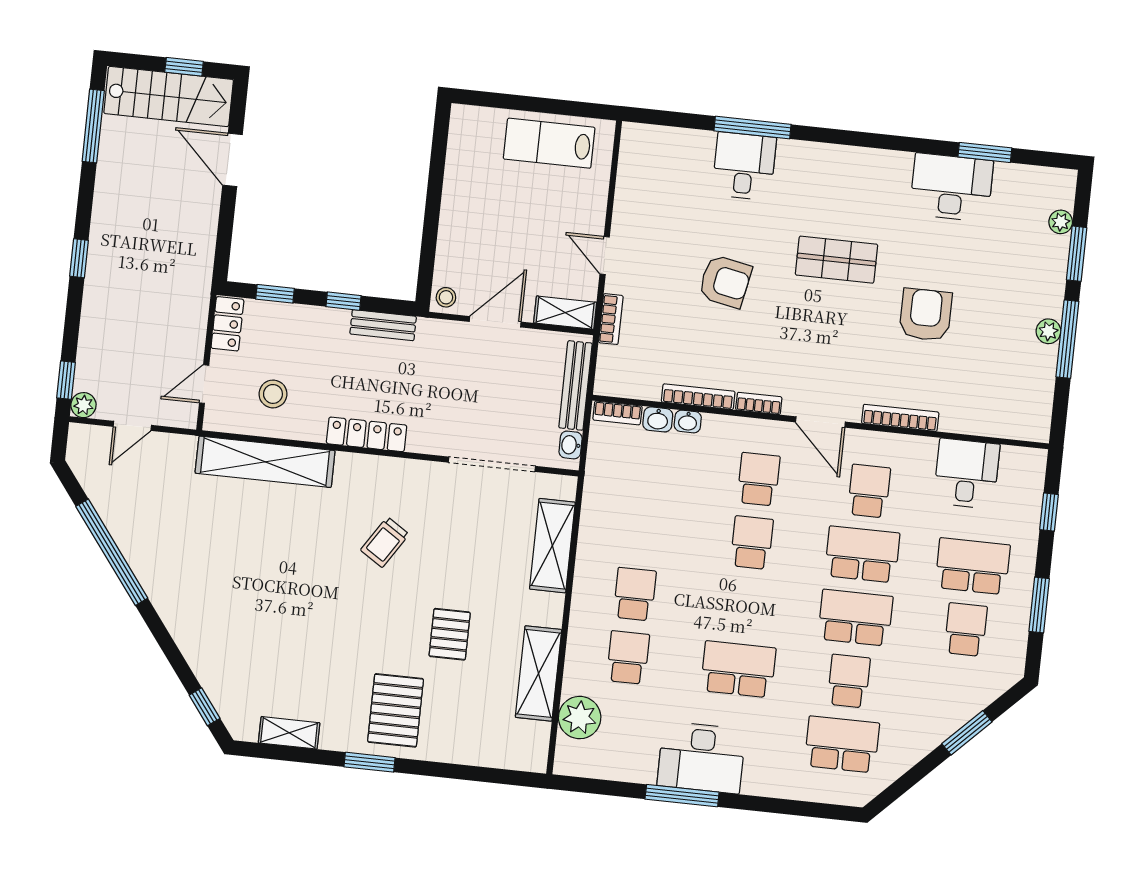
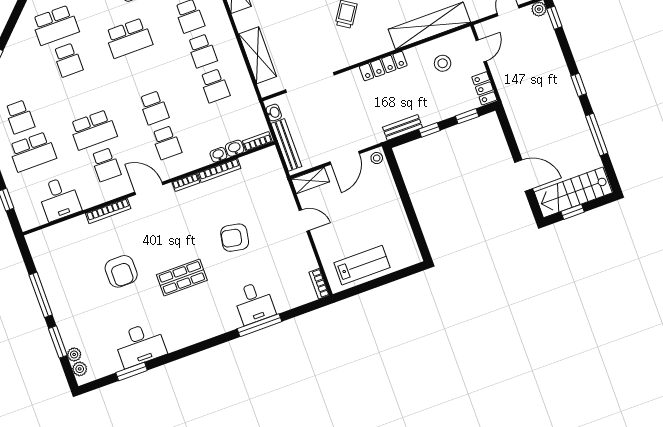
window: (93, 126) -> (597, 134), moved
bookcase: (611, 319) -> (319, 284), moved
plant: (1048, 331) -> (80, 369), moved
school desk: (855, 618) -> (215, 86), moved, width x0.54

